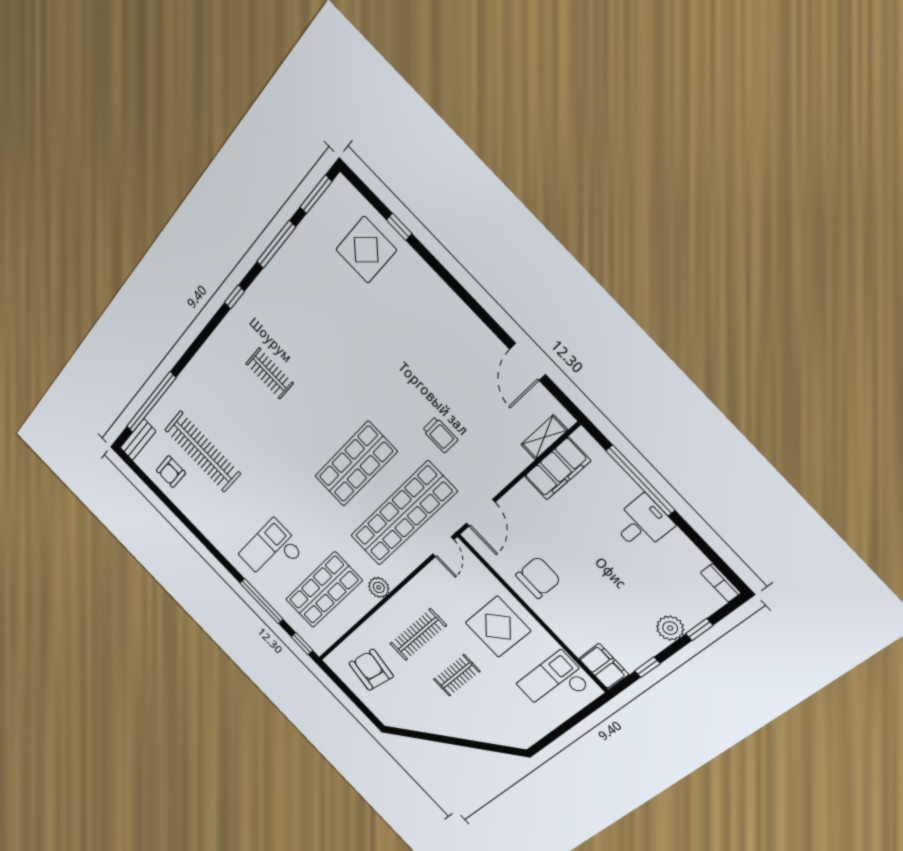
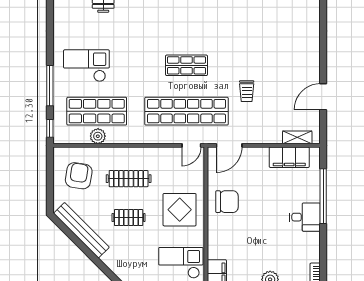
shop shelf: (356, 464) -> (186, 65), width x0.70, depth x0.74
plant: (379, 587) -> (98, 136), moved
bench: (426, 723) -> (81, 230), added

